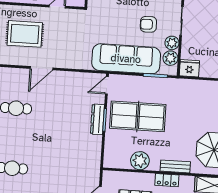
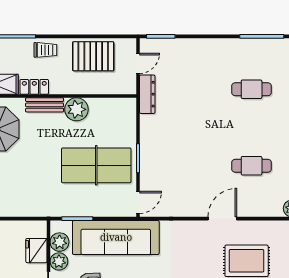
fridge: (189, 68) -> (36, 251), moved, turned 90
dresser: (97, 119) -> (147, 94), moved
plant: (140, 161) -> (76, 109), moved
locker: (167, 180) -> (34, 87), moved

